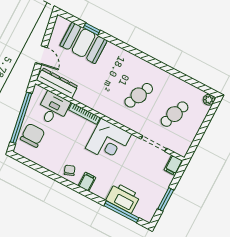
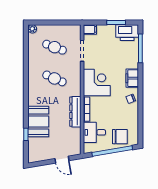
booth: (84, 43) -> (38, 122), moved
door: (41, 55) -> (62, 160), swing flipped
dresser: (57, 83) -> (75, 112), moved
chair: (33, 135) -> (120, 137), turned 180
filing cabinet: (87, 182) -> (132, 78), width x2.00
printer: (123, 198) -> (127, 33), moved, turned -90

